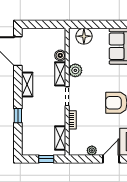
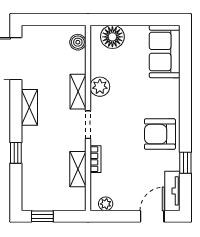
boiler: (60, 55) -> (78, 42), moved
shelving: (60, 138) -> (78, 169), moved
plant: (92, 150) -> (106, 204), moved
window: (46, 159) -> (42, 216), moved

